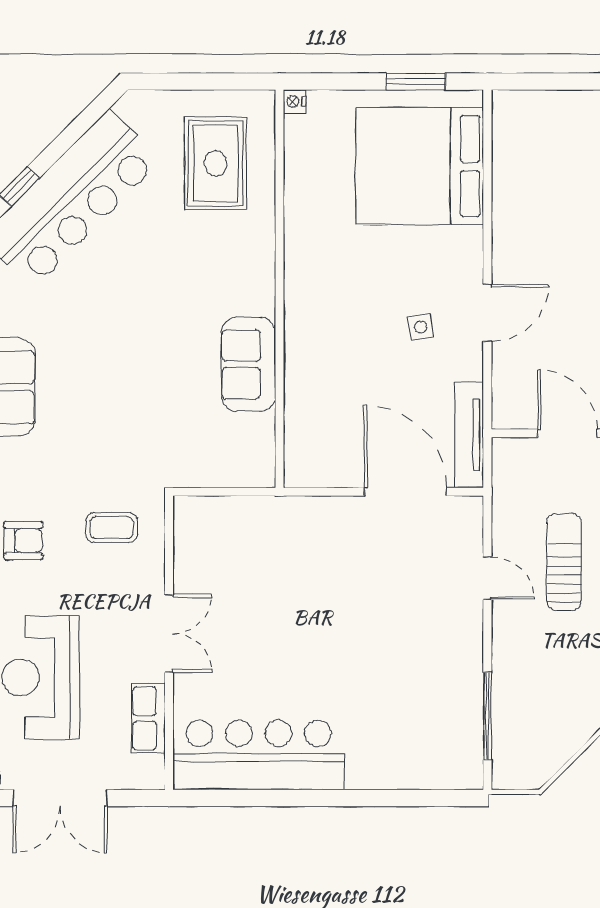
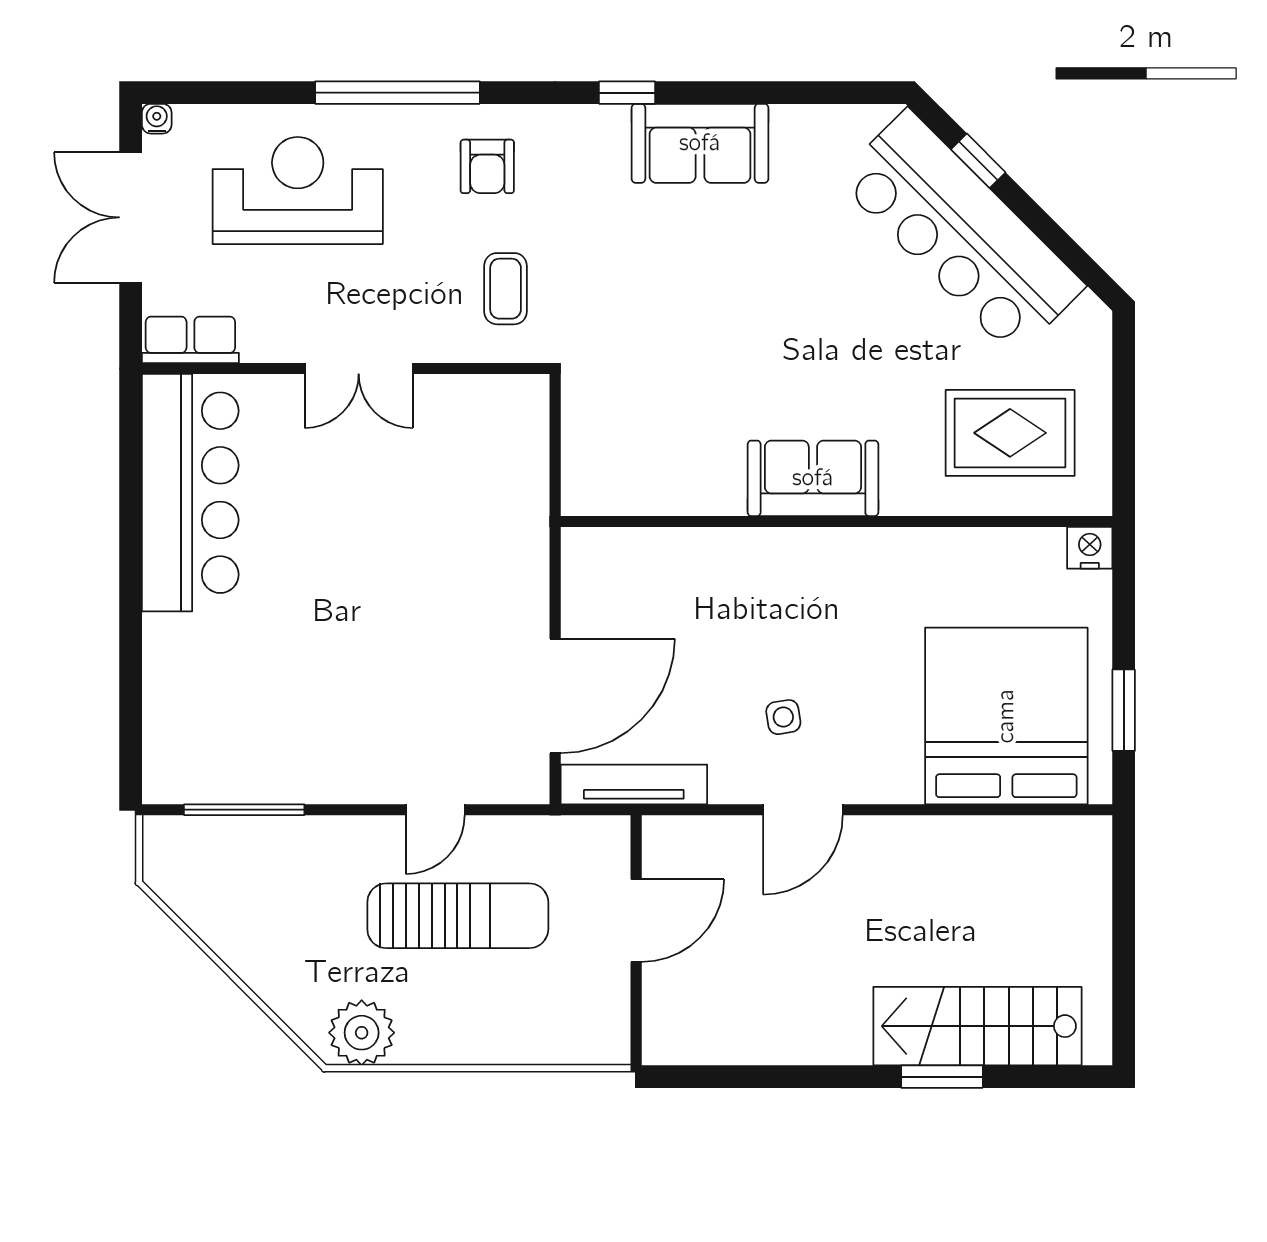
nightstand: (295, 101) -> (1090, 548), width x1.39, depth x1.35
door: (487, 313) -> (803, 810), hinge flipped
sofa: (248, 364) -> (813, 478), moved
sun lounger: (564, 562) -> (458, 916), width x1.36, depth x1.34
row of seats: (148, 718) -> (190, 340), moved

